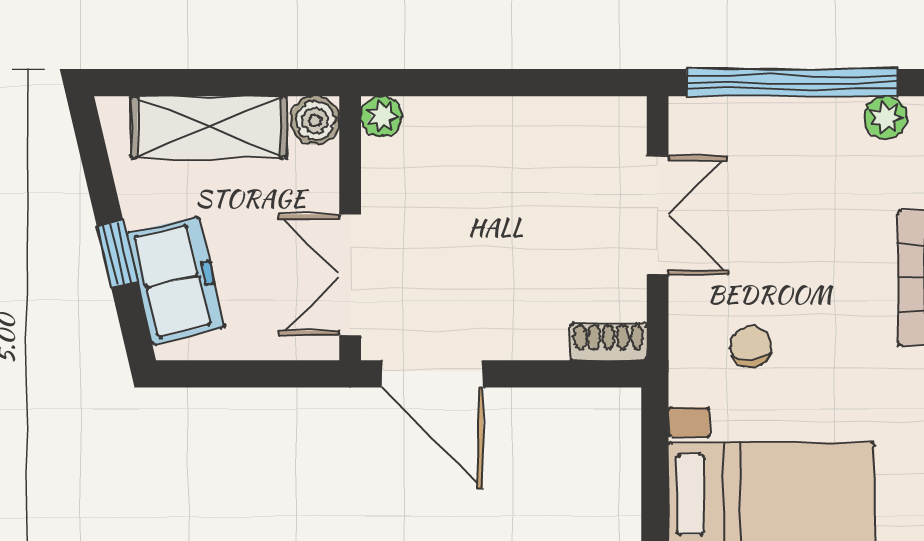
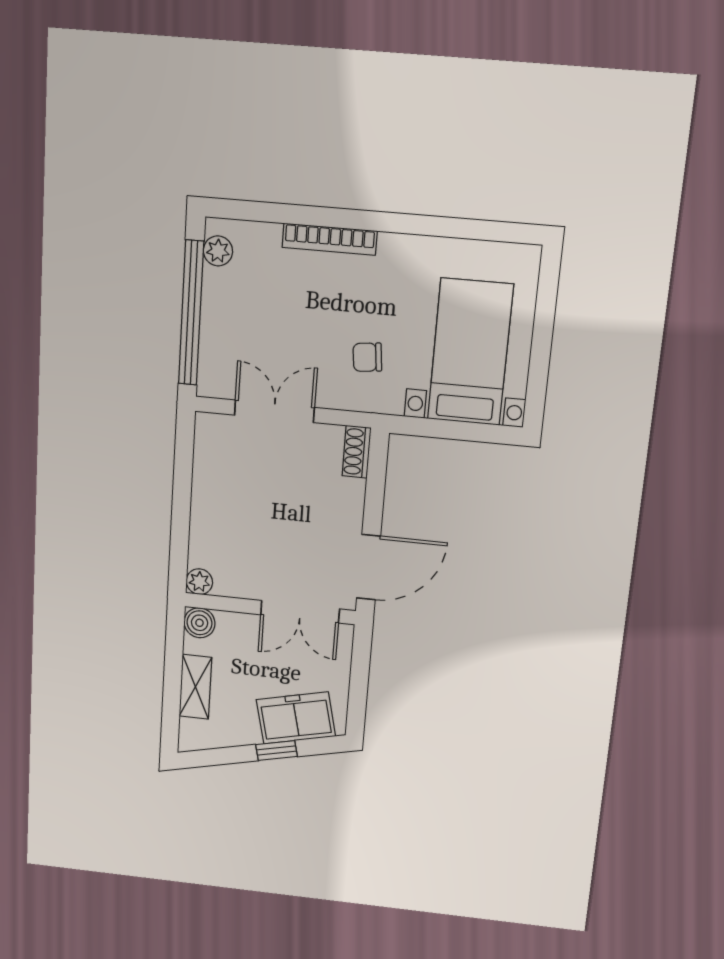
shelving: (209, 127) -> (195, 687), width x0.67, depth x0.75

